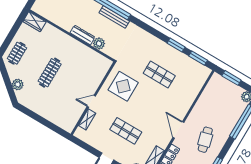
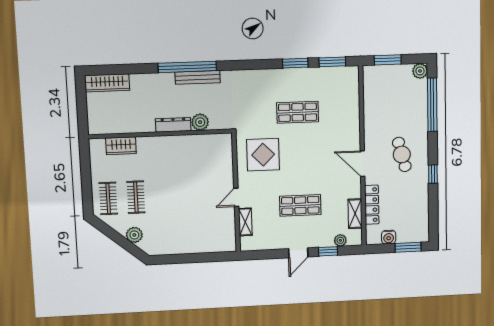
wardrobe: (35, 22) -> (121, 146), moved
clothes rail: (50, 73) -> (136, 197), moved, width x0.73

